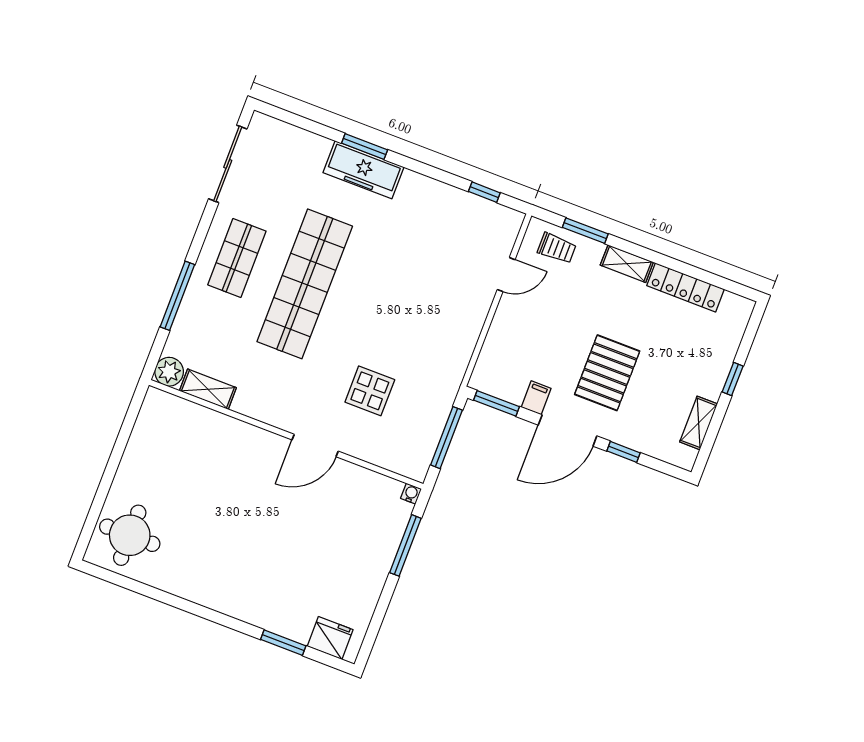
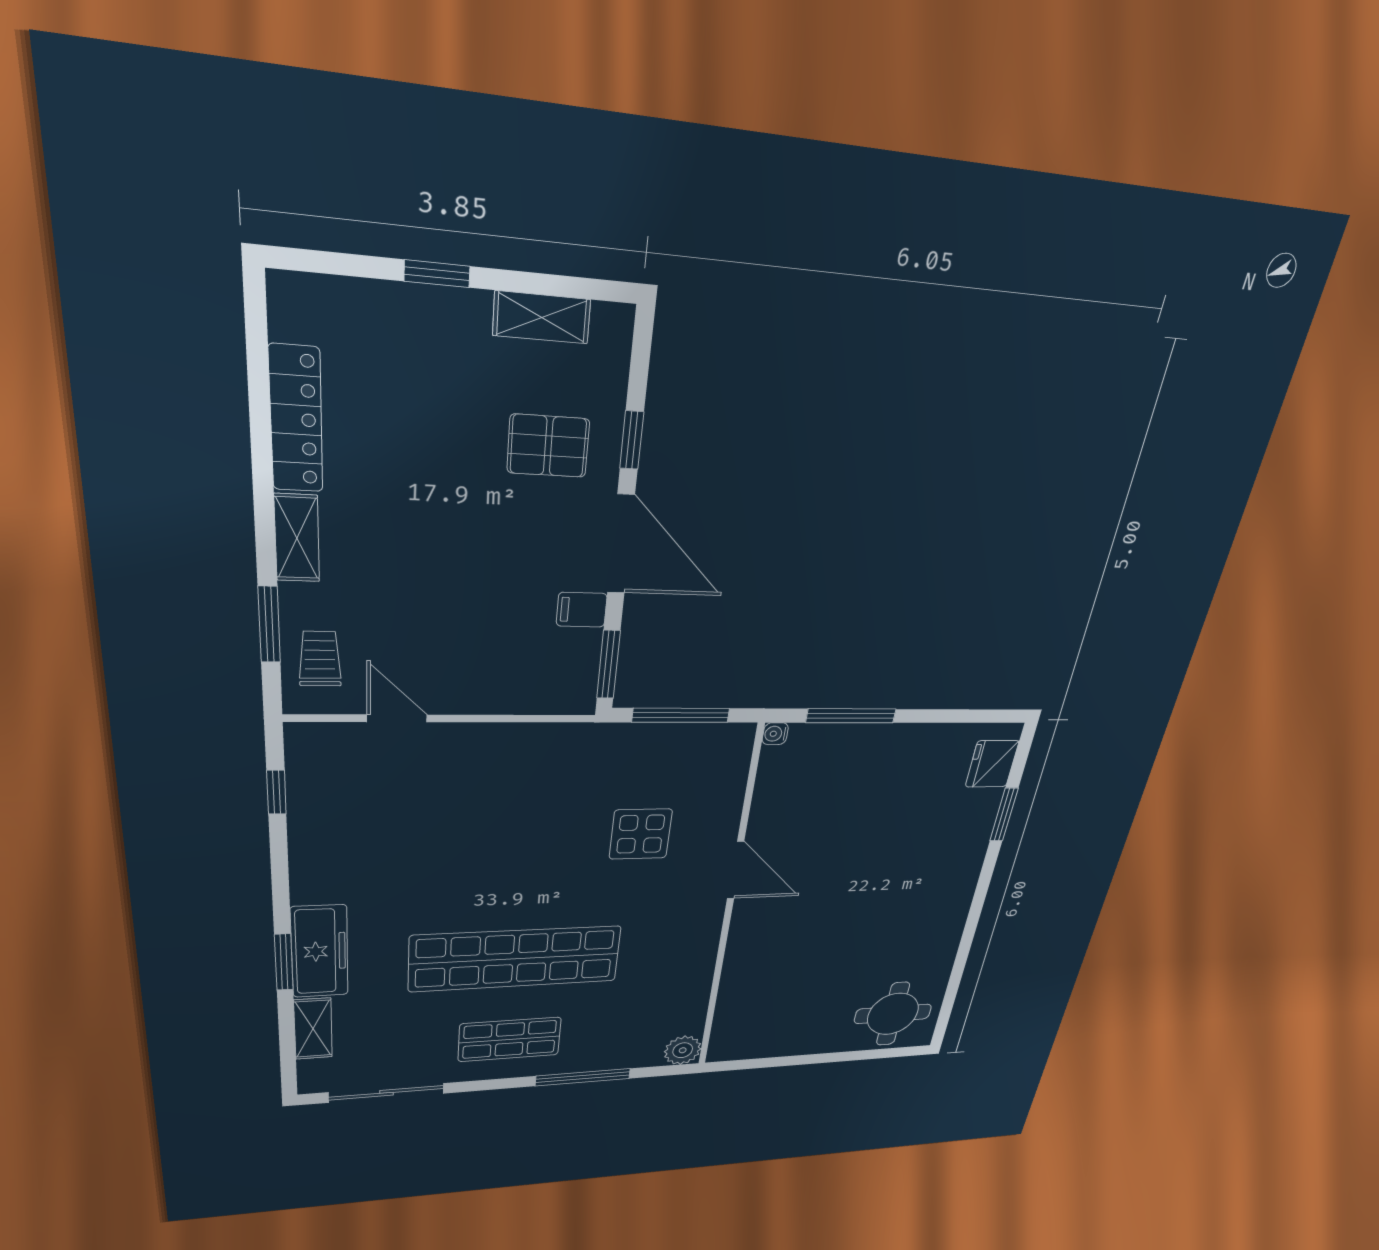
pallet: (607, 373) -> (548, 446), moved, width x0.67, depth x0.71
shelving: (208, 389) -> (313, 1029), moved

